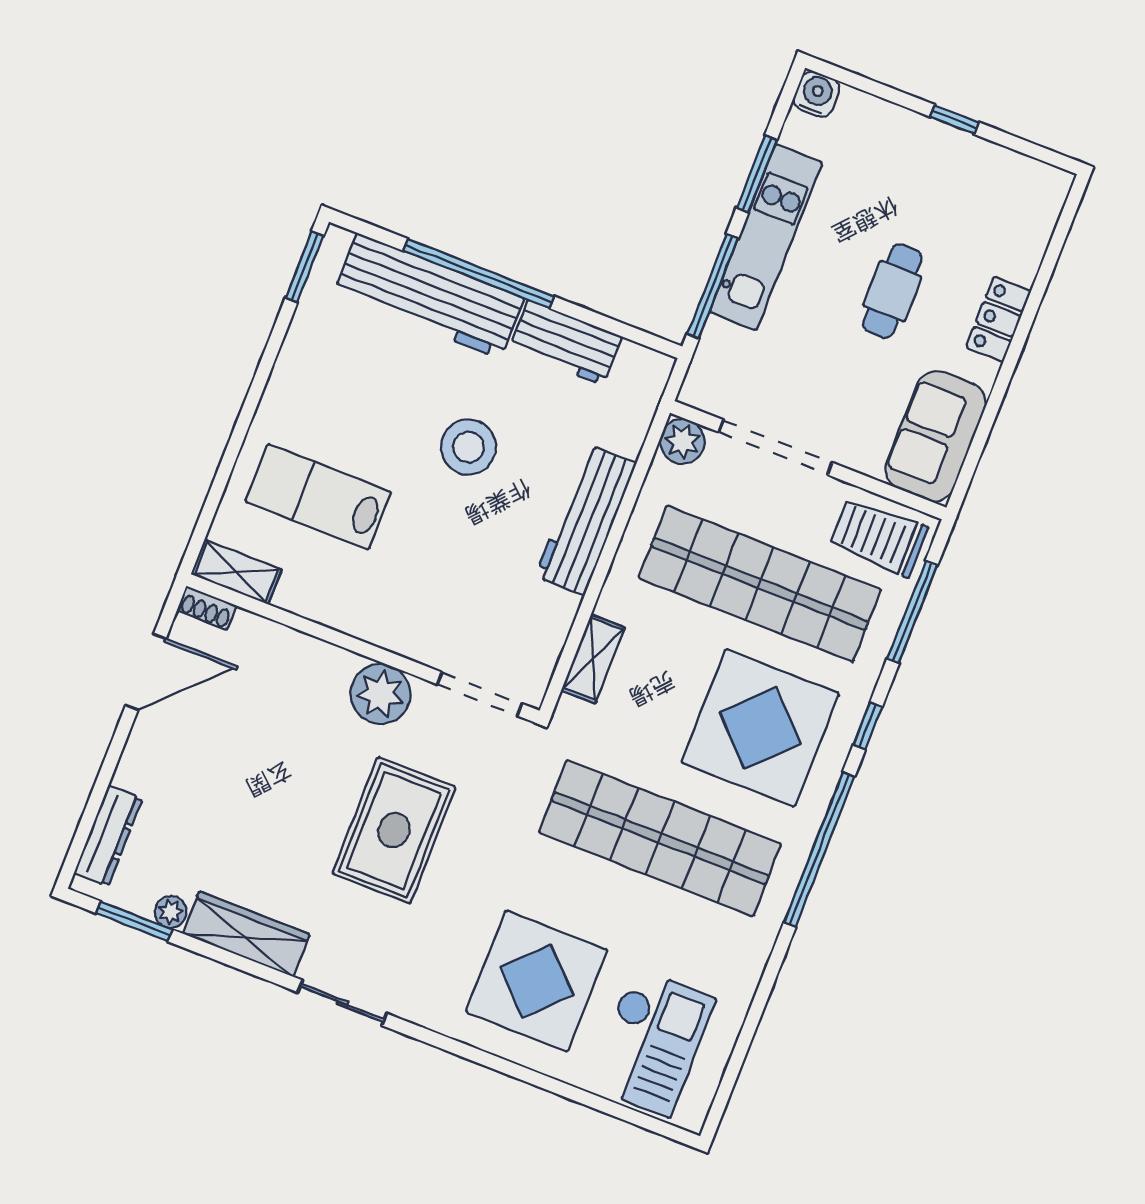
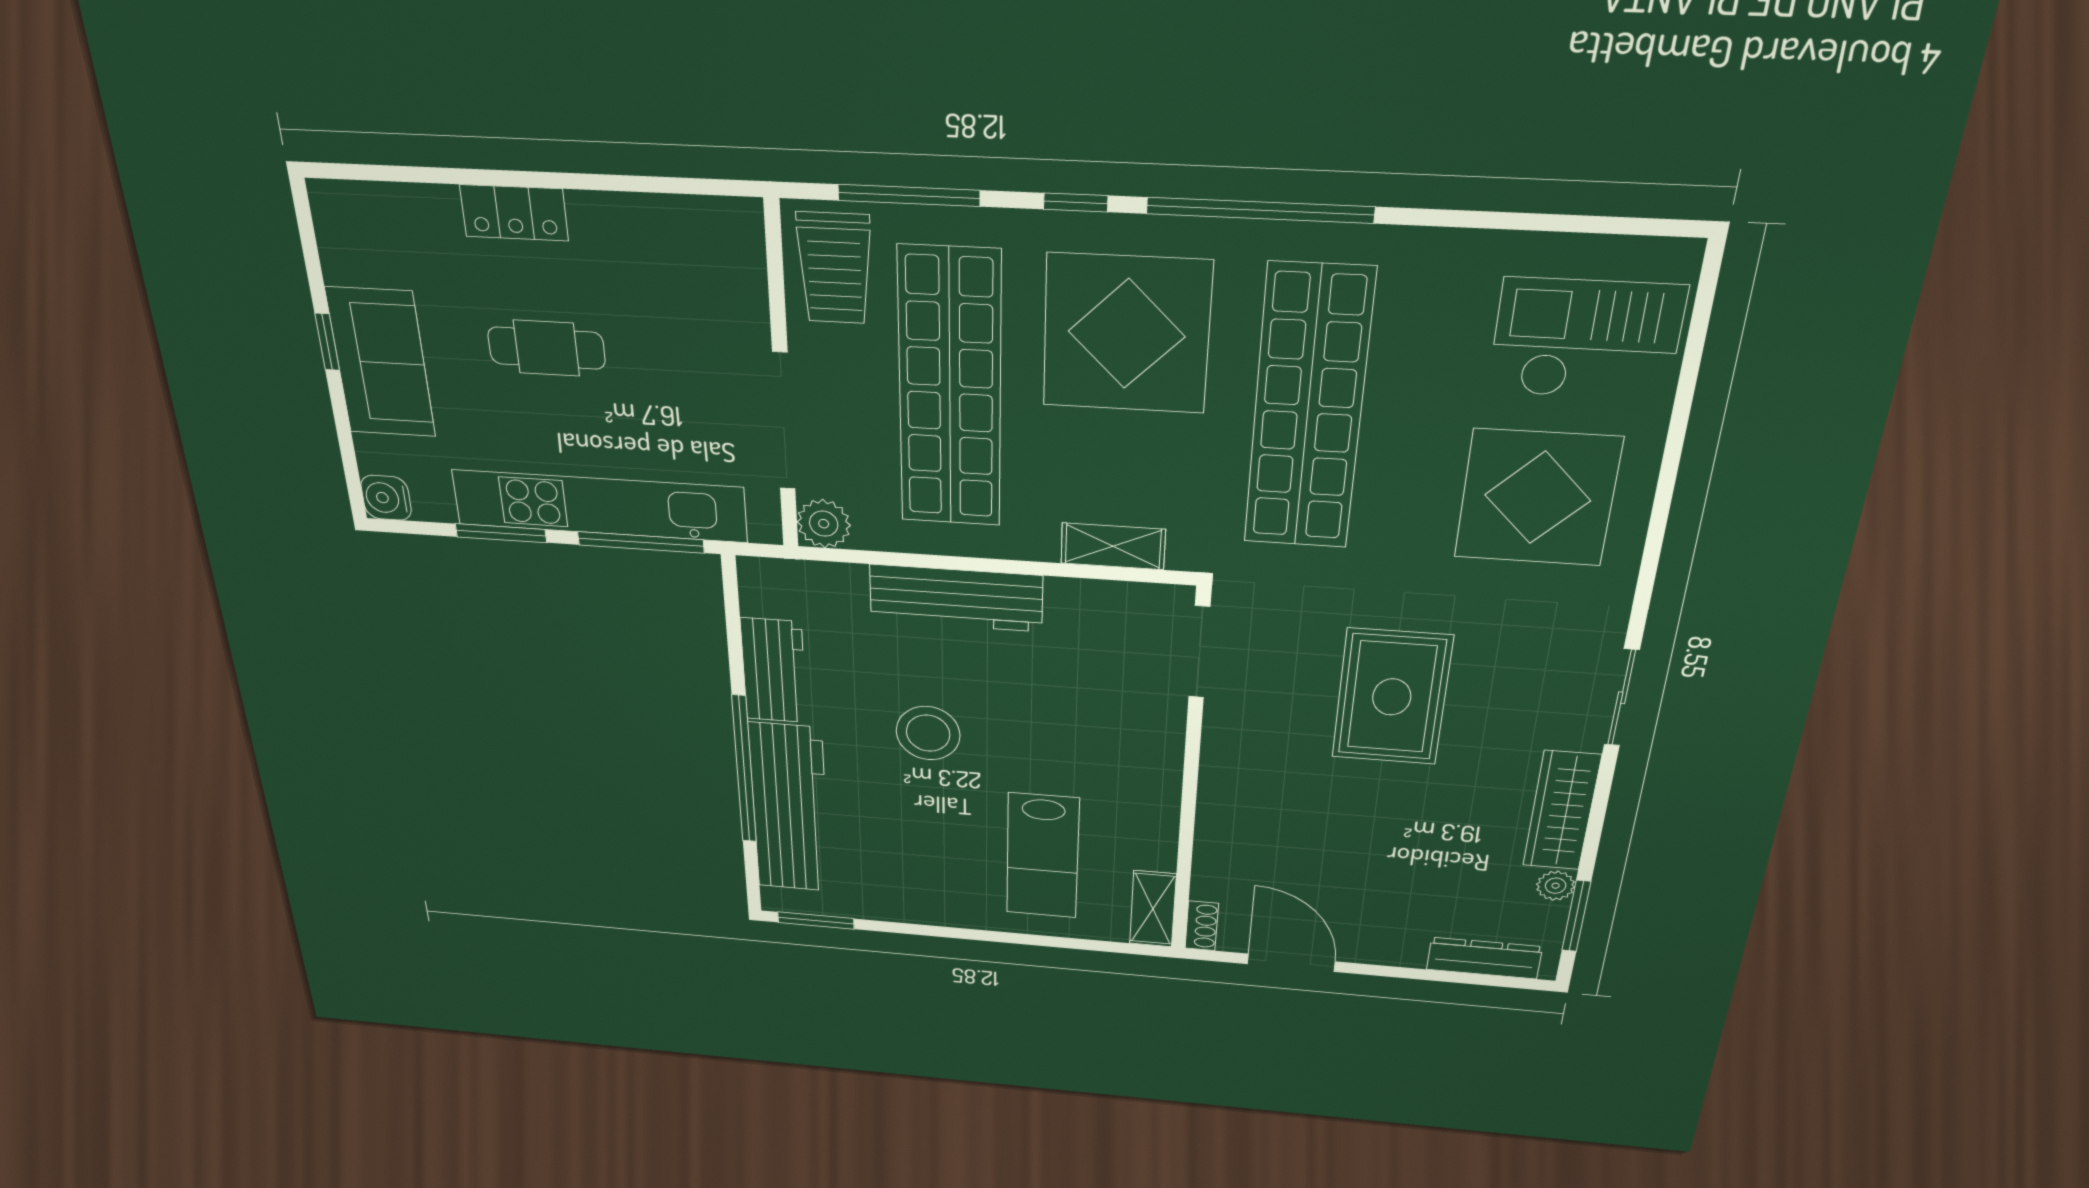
kitchen unit: (766, 237) -> (599, 506), width x1.36
sofa: (936, 436) -> (381, 363), moved, turned -90
plant: (380, 694) -> (1236, 749), removed
rug: (394, 830) -> (1392, 697), turned 90

